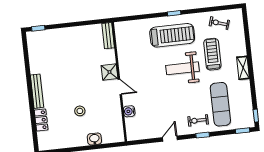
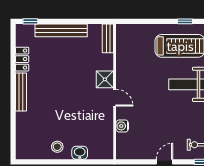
bench: (66, 33) -> (61, 30), added
stool: (80, 111) -> (57, 147), moved
locker: (41, 120) -> (22, 59), moved

